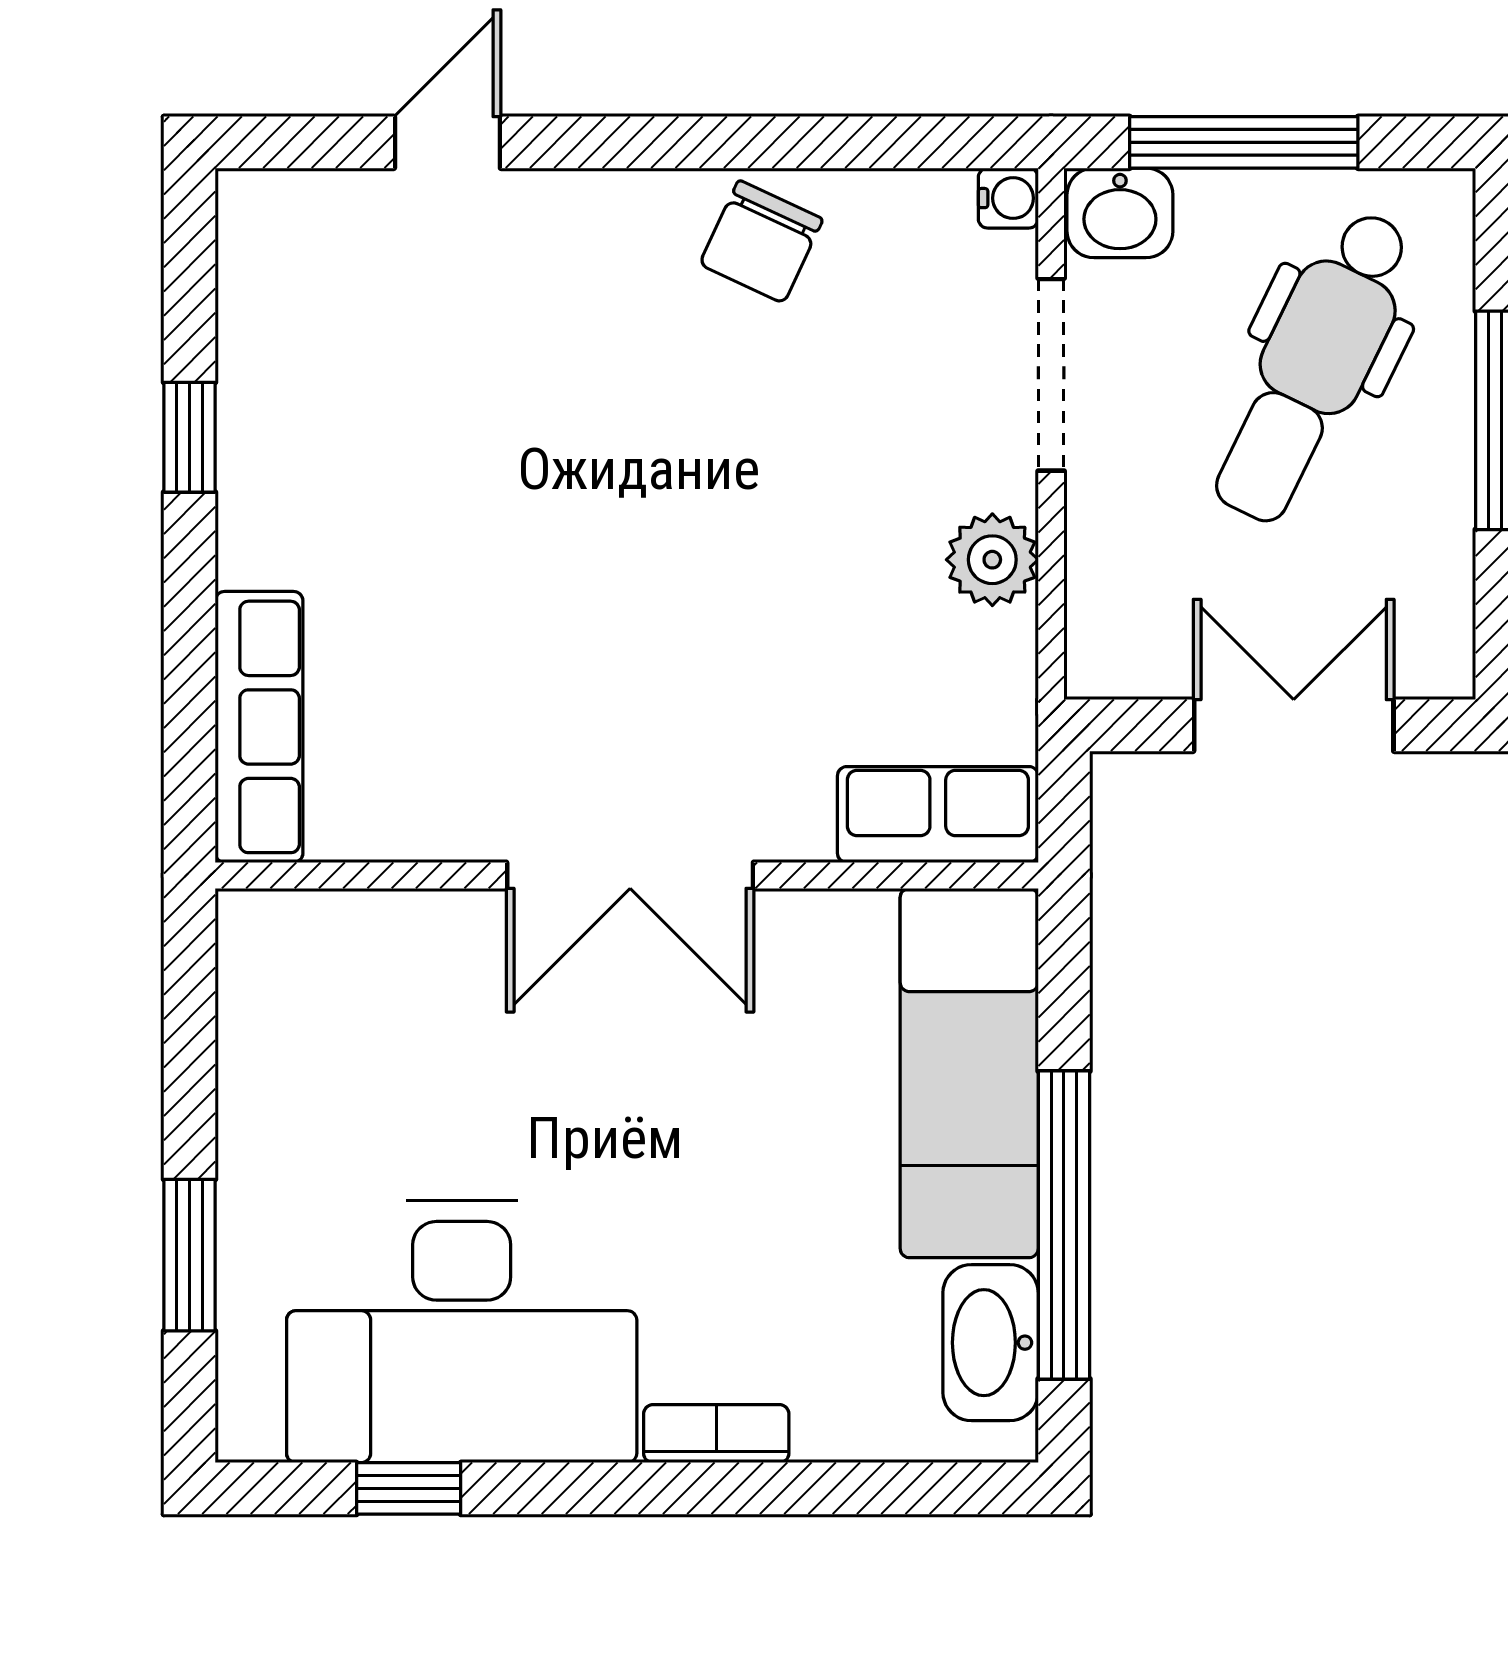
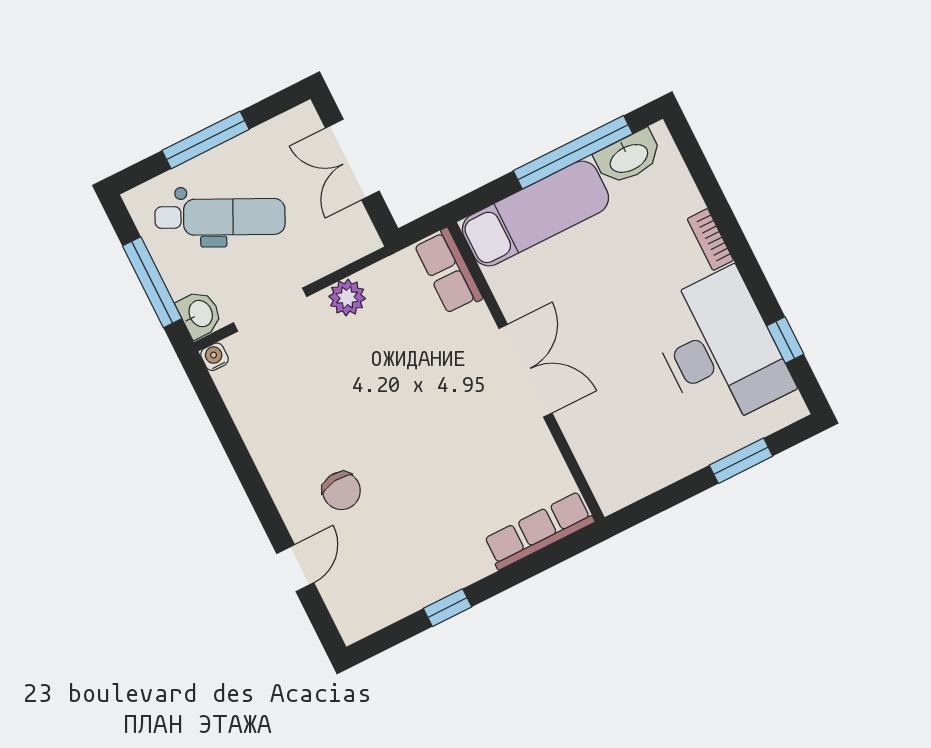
door: (447, 142) -> (295, 568), swing flipped
chair: (761, 242) -> (341, 491), moved, turned 58

